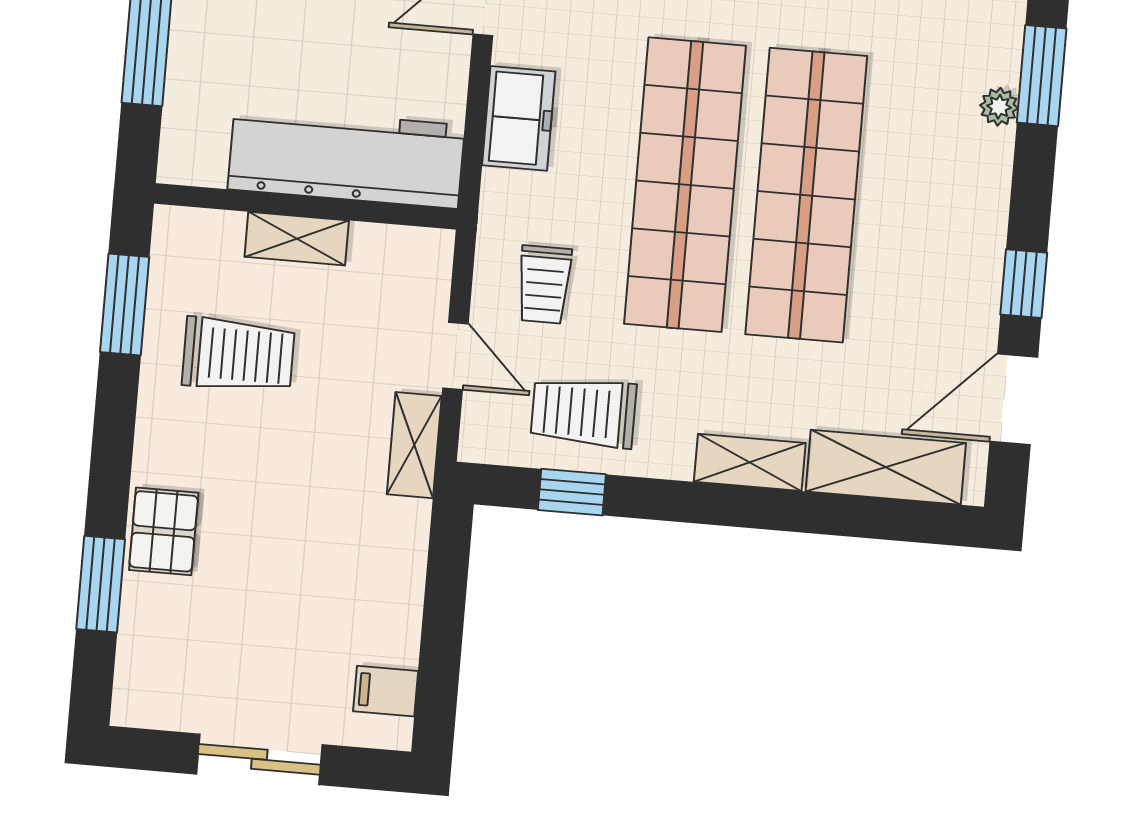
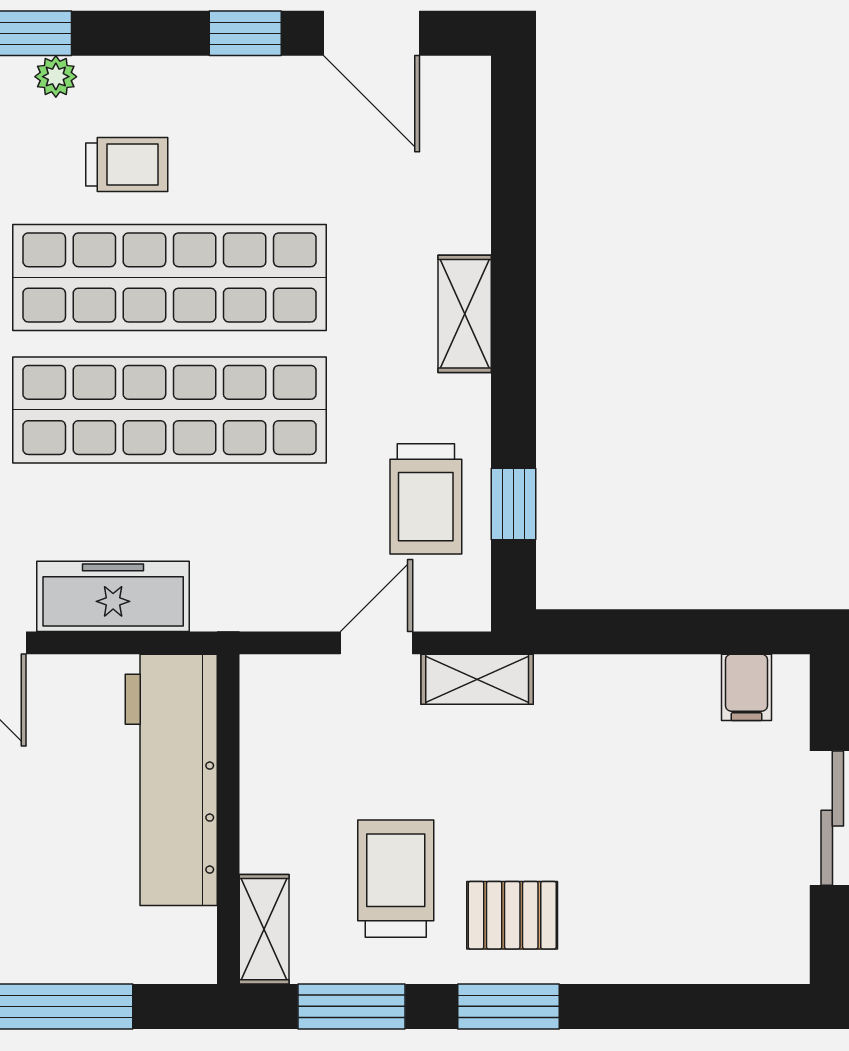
freezer: (519, 118) -> (113, 596), width x1.40
shelving: (297, 239) -> (264, 929), moved
trolley: (544, 285) -> (127, 164), moved
shelving: (886, 467) -> (457, 166), removed
pallet: (164, 531) -> (512, 915), moved
window: (101, 584) -> (508, 1006), moved

